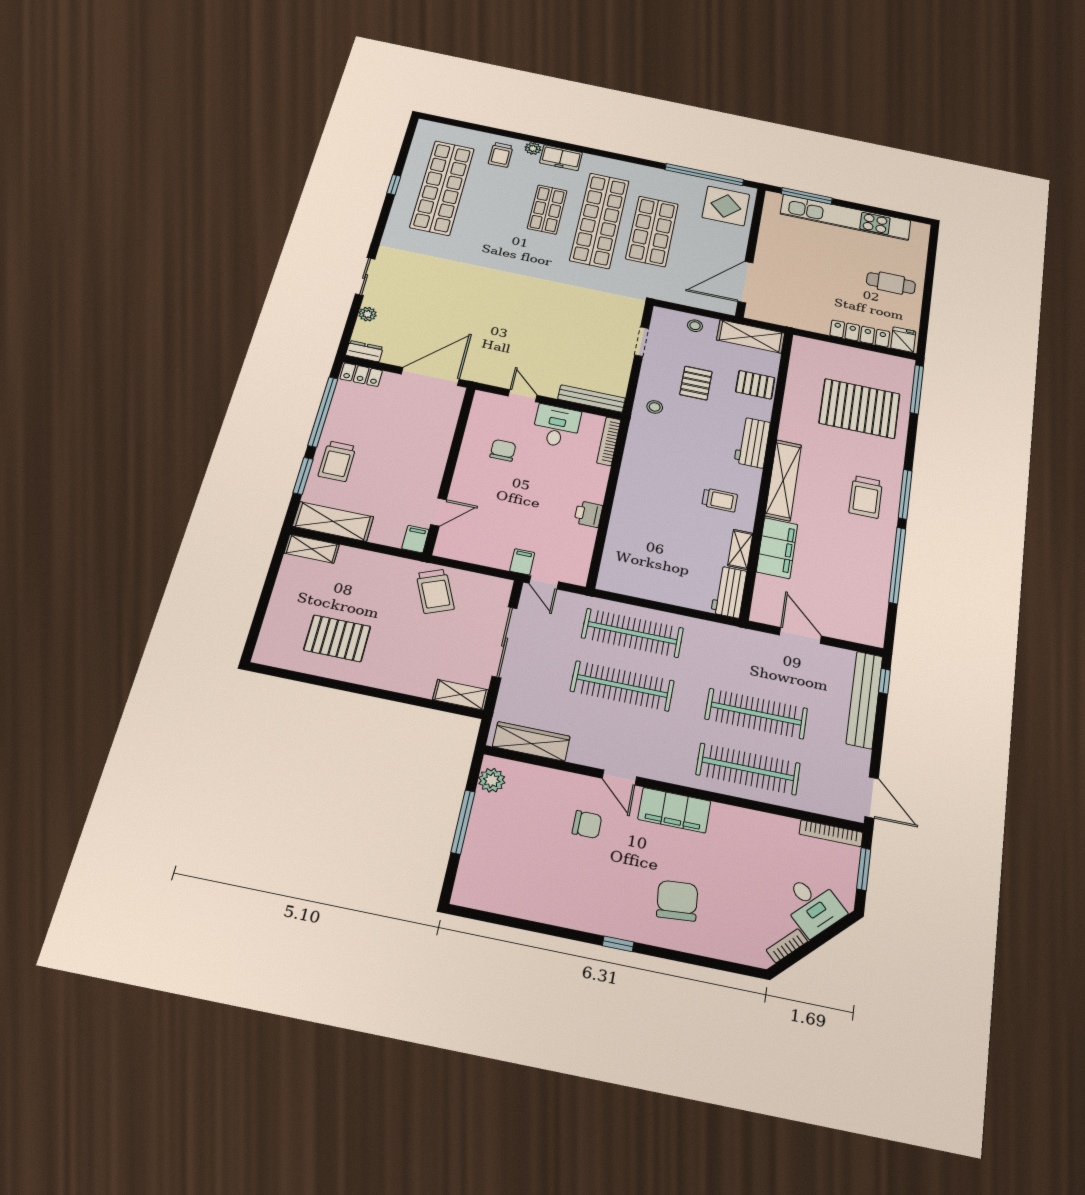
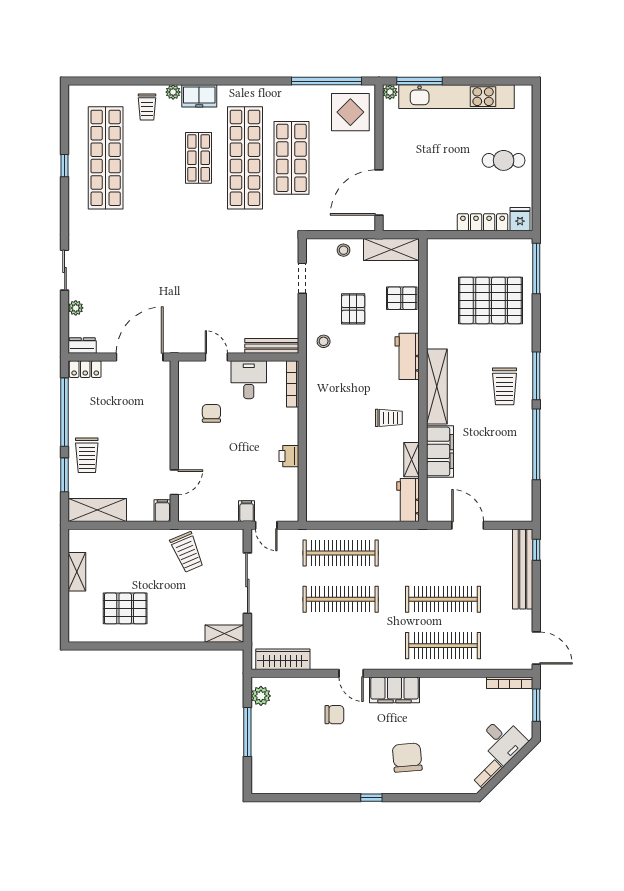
plant: (773, 198) -> (390, 92), added
shelving: (312, 549) -> (77, 572), moved, turned 90

